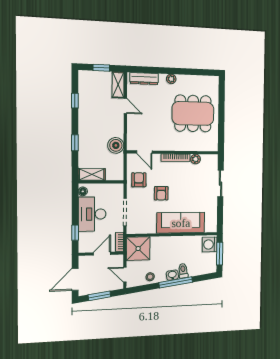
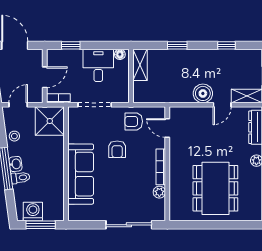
boiler: (116, 145) -> (203, 93), moved
door: (144, 152) -> (167, 128), hinge flipped
armchair: (139, 180) -> (134, 121), turned 180
sliding door: (220, 184) -> (129, 225), width x1.37
armchair: (161, 193) -> (117, 149), turned -90
desk: (92, 214) -> (98, 65), width x0.73
washing machine: (210, 244) -> (33, 212), moved
door: (102, 254) -> (45, 77), hinge flipped

